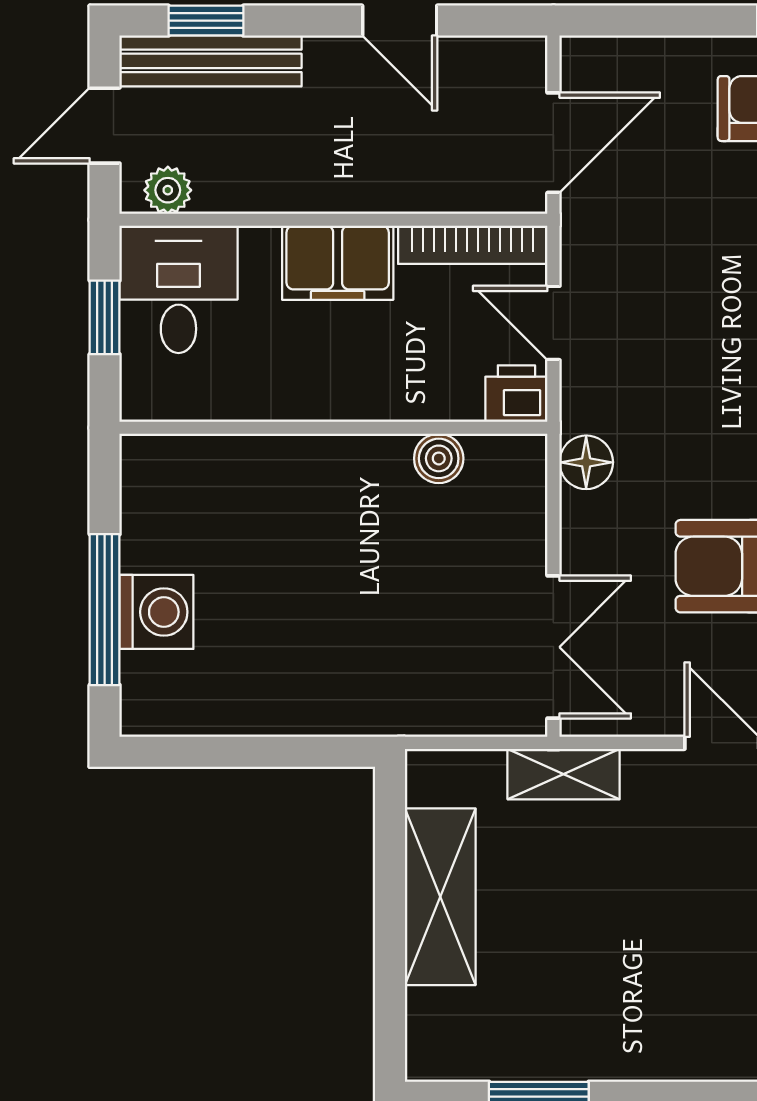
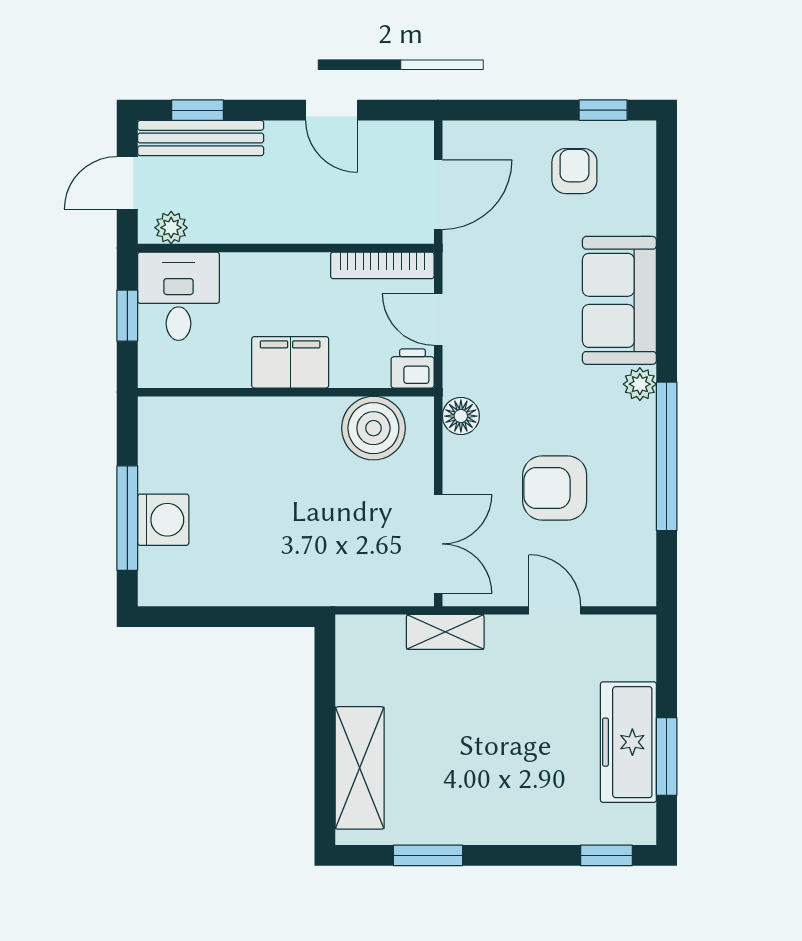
filing cabinet: (338, 263) -> (290, 362), moved, turned 180
boiler: (439, 458) -> (373, 428), width x1.86, depth x1.86
shelving: (440, 897) -> (360, 768), moved

